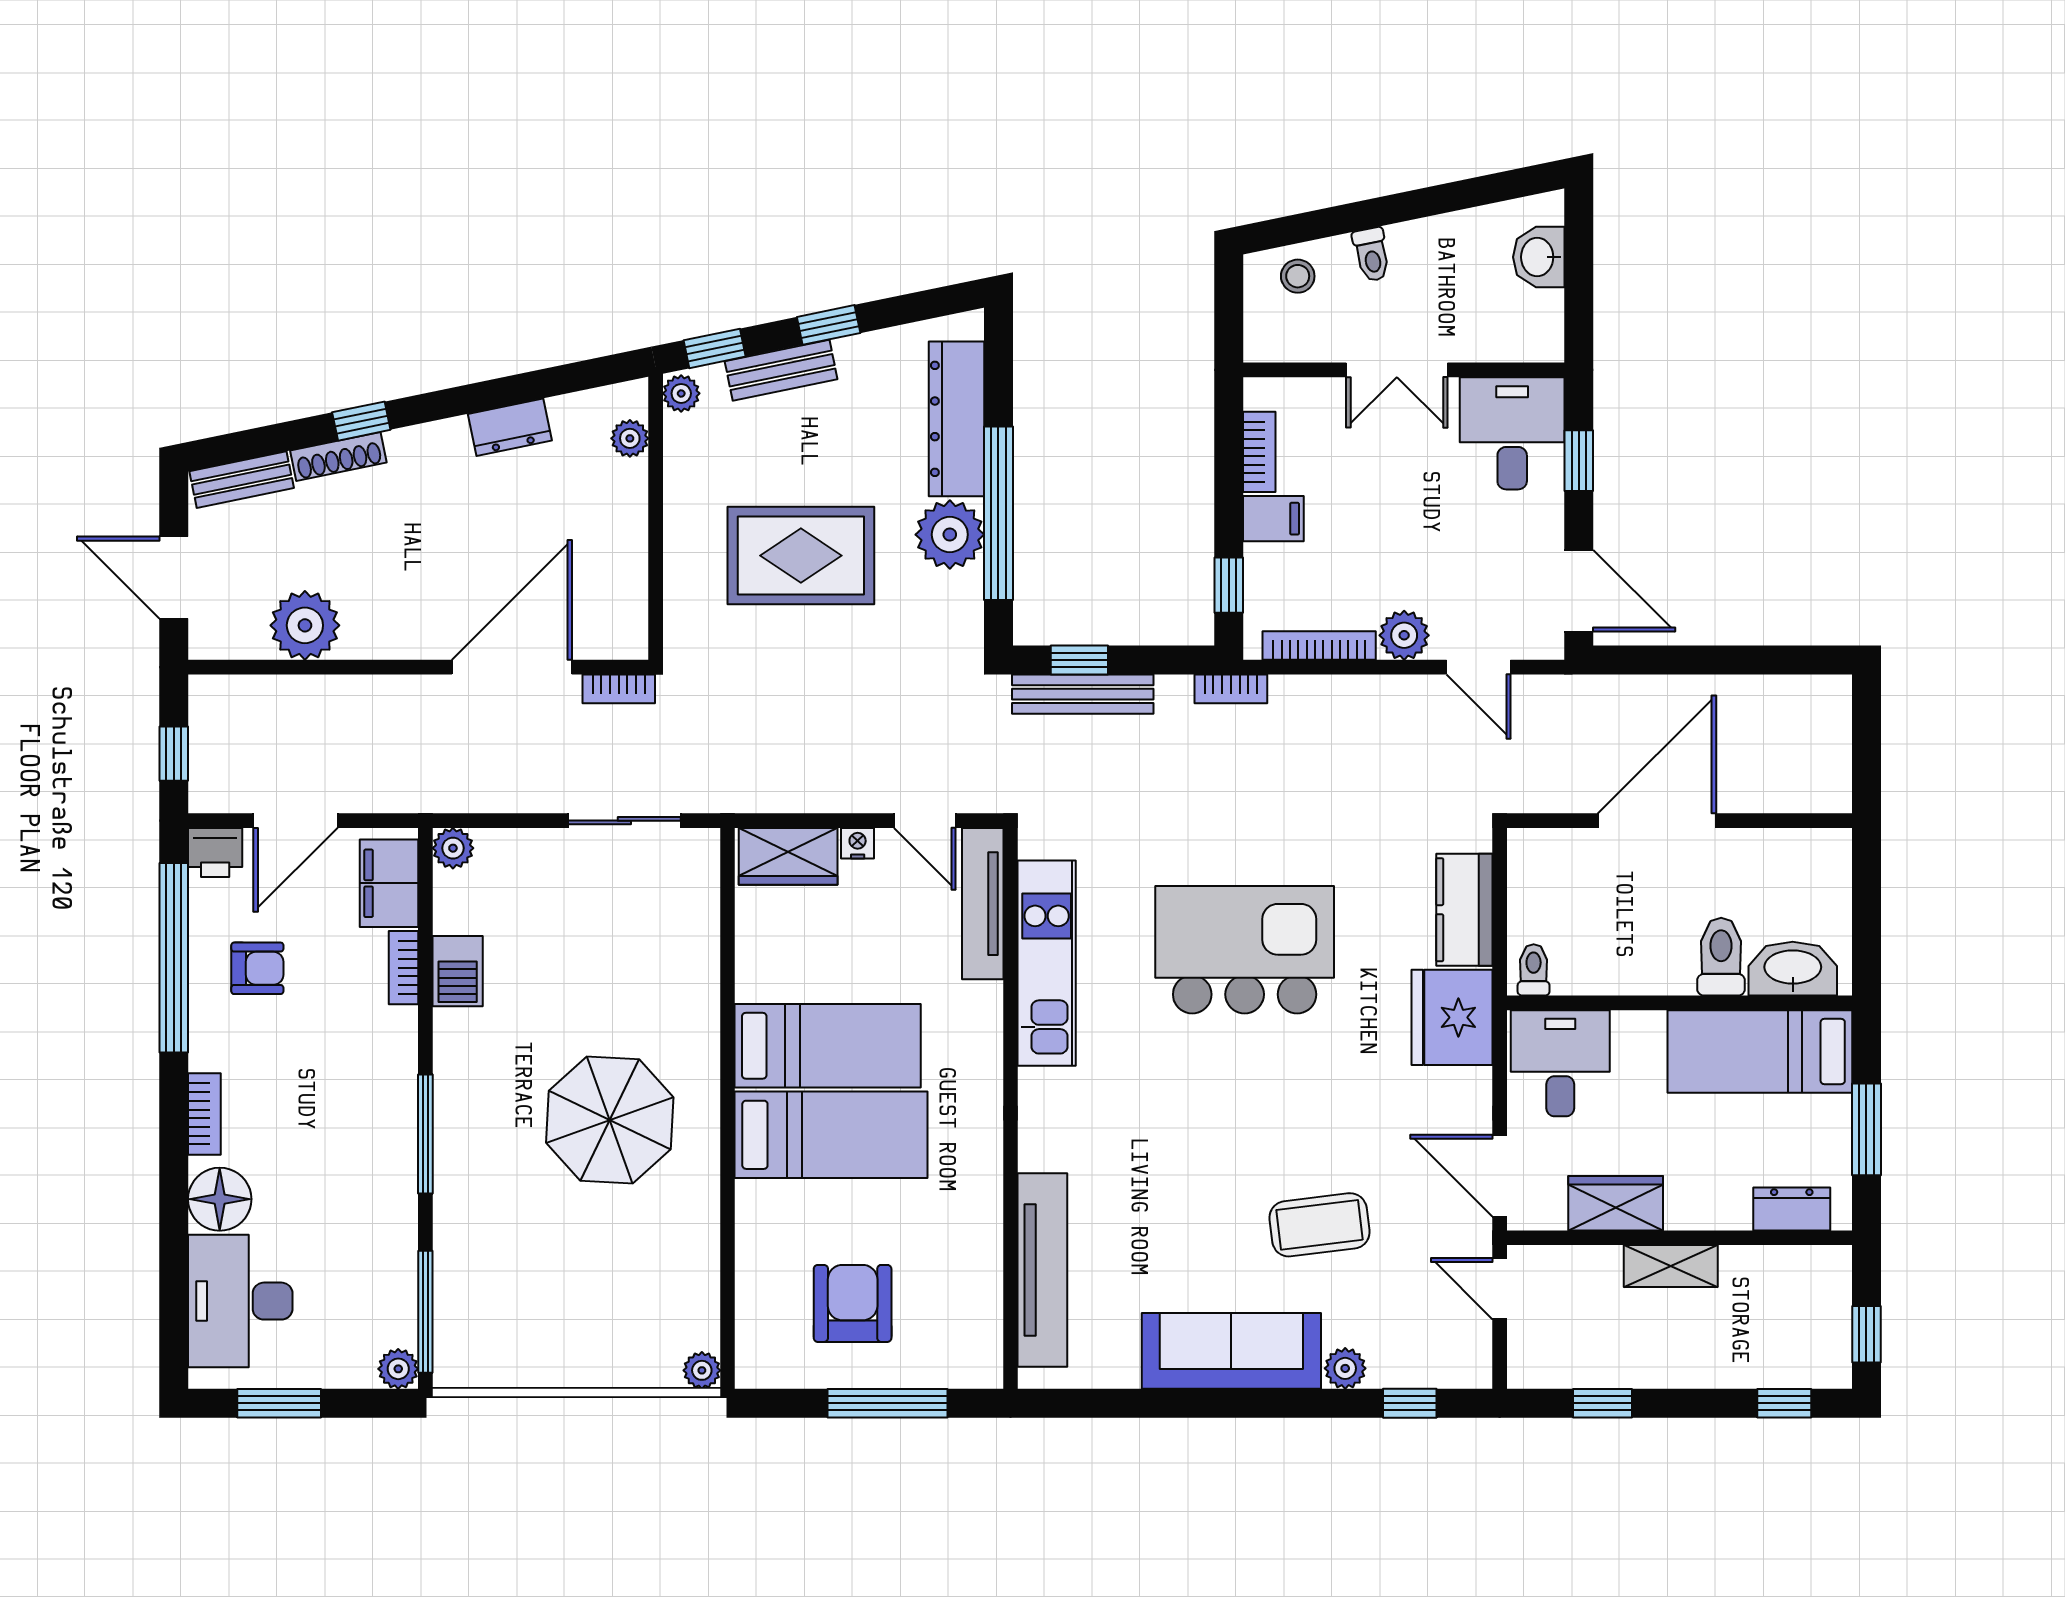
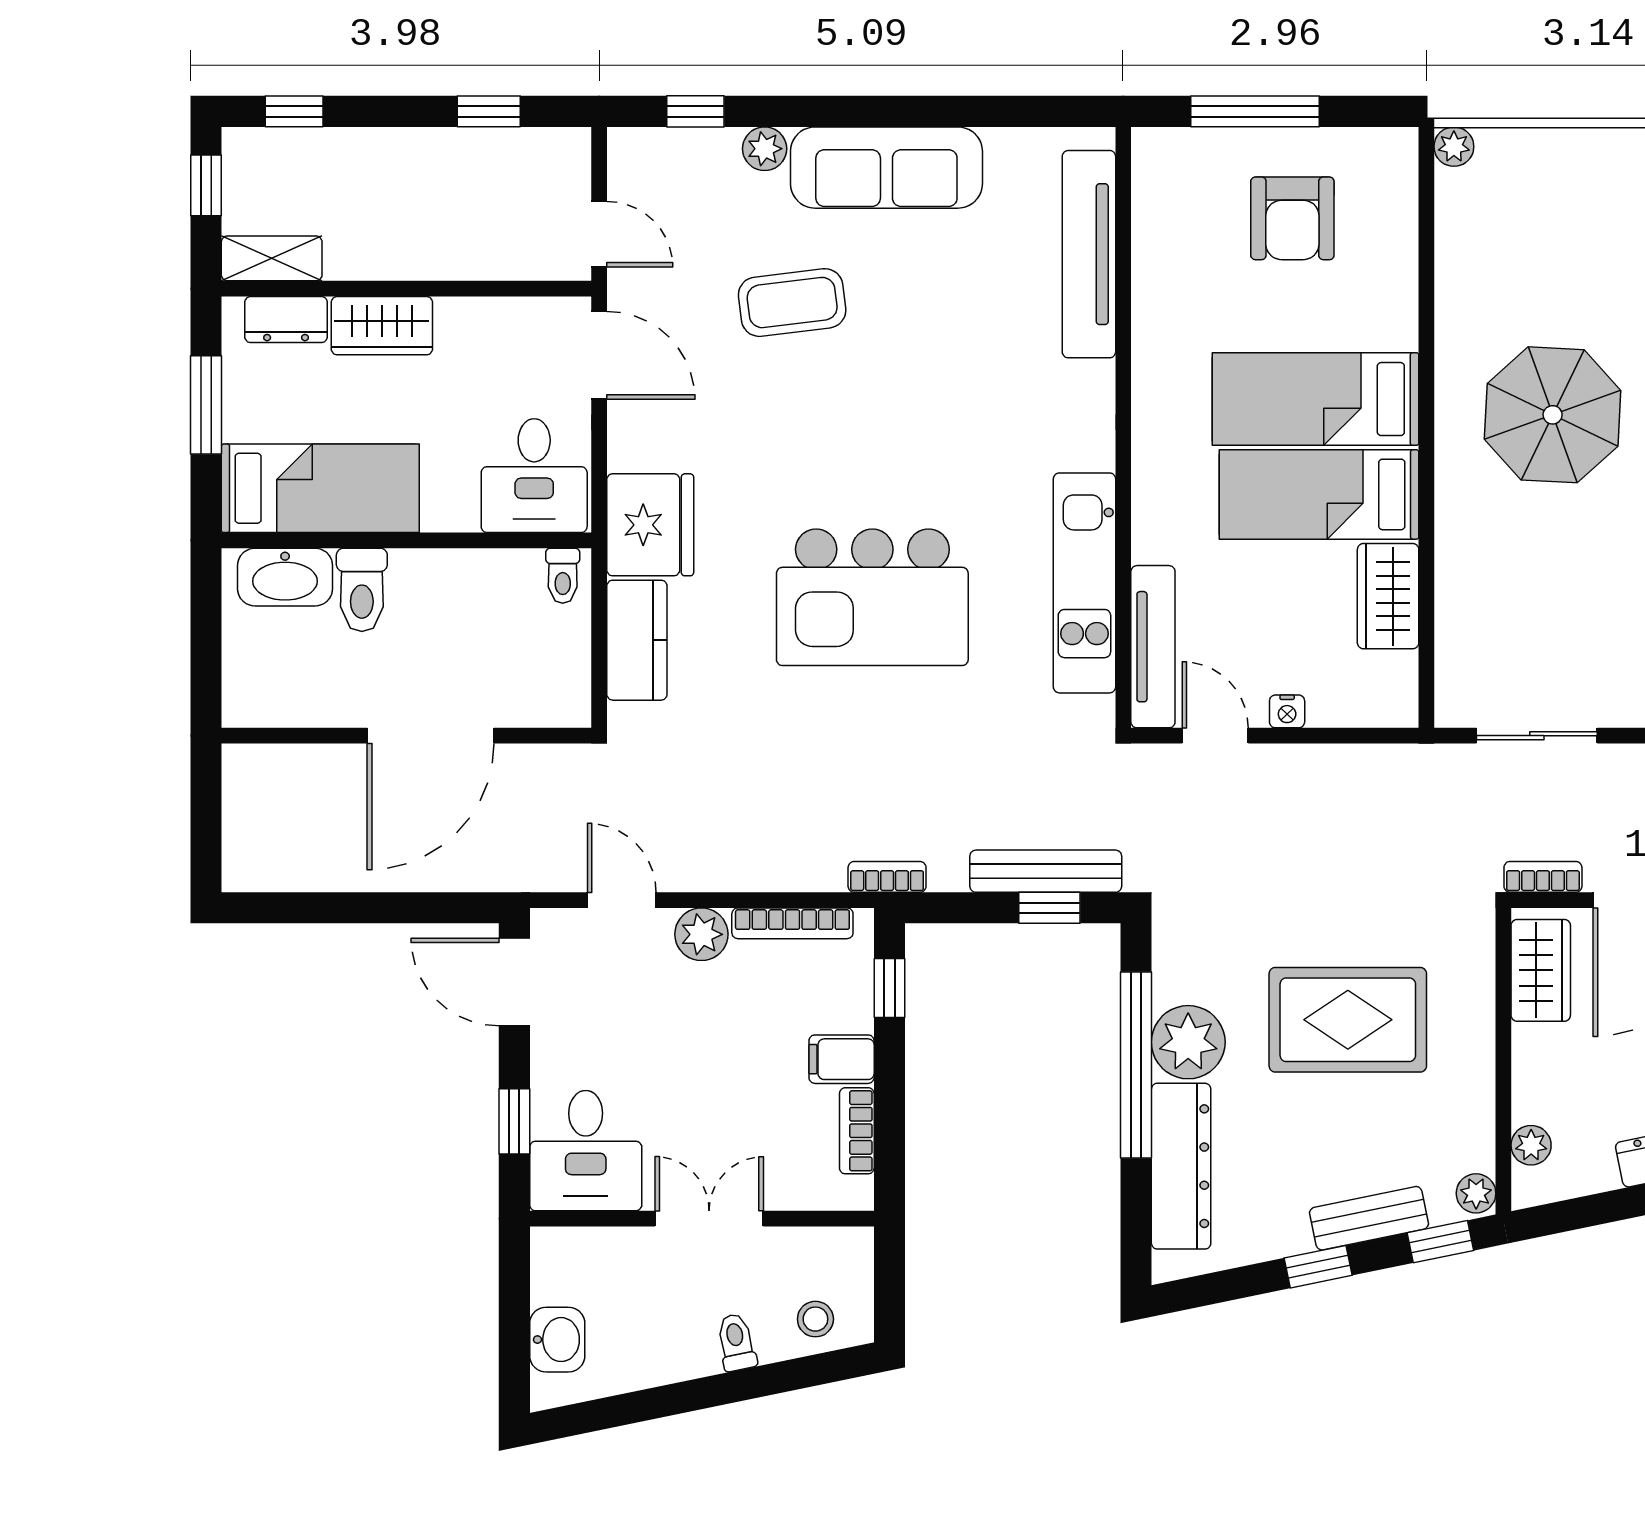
wardrobe: (621, 602) -> (1541, 970), added
wardrobe: (788, 856) -> (1388, 596), moved, turned -90
wardrobe: (1616, 1203) -> (382, 326), moved
shelving: (1671, 1266) -> (272, 258), moved

